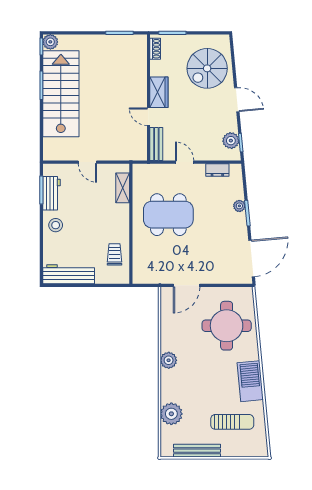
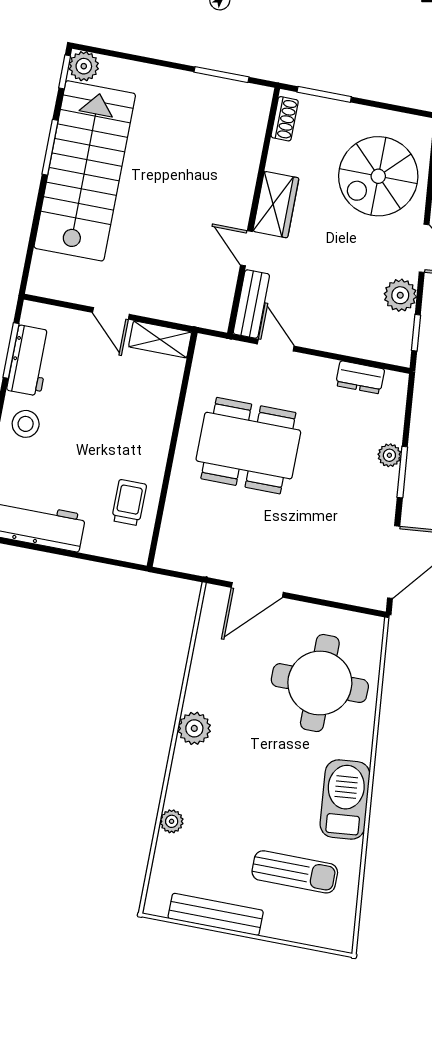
plant: (231, 141) -> (400, 295), moved
door: (185, 162) -> (276, 345), moved
shelving: (123, 188) -> (160, 339), moved, turned 90
plant: (171, 414) -> (172, 821), width x0.53, depth x0.53

